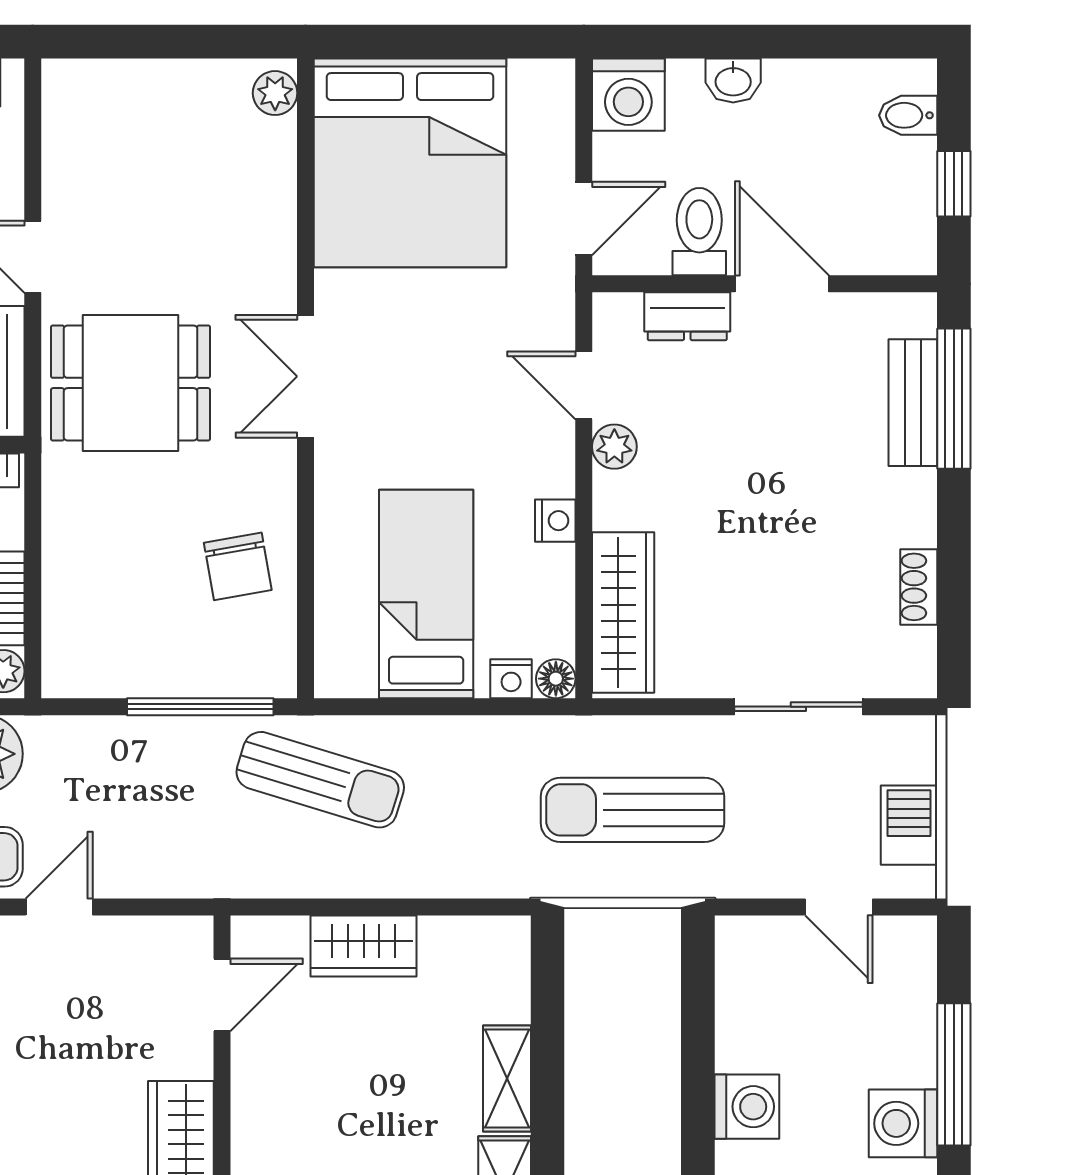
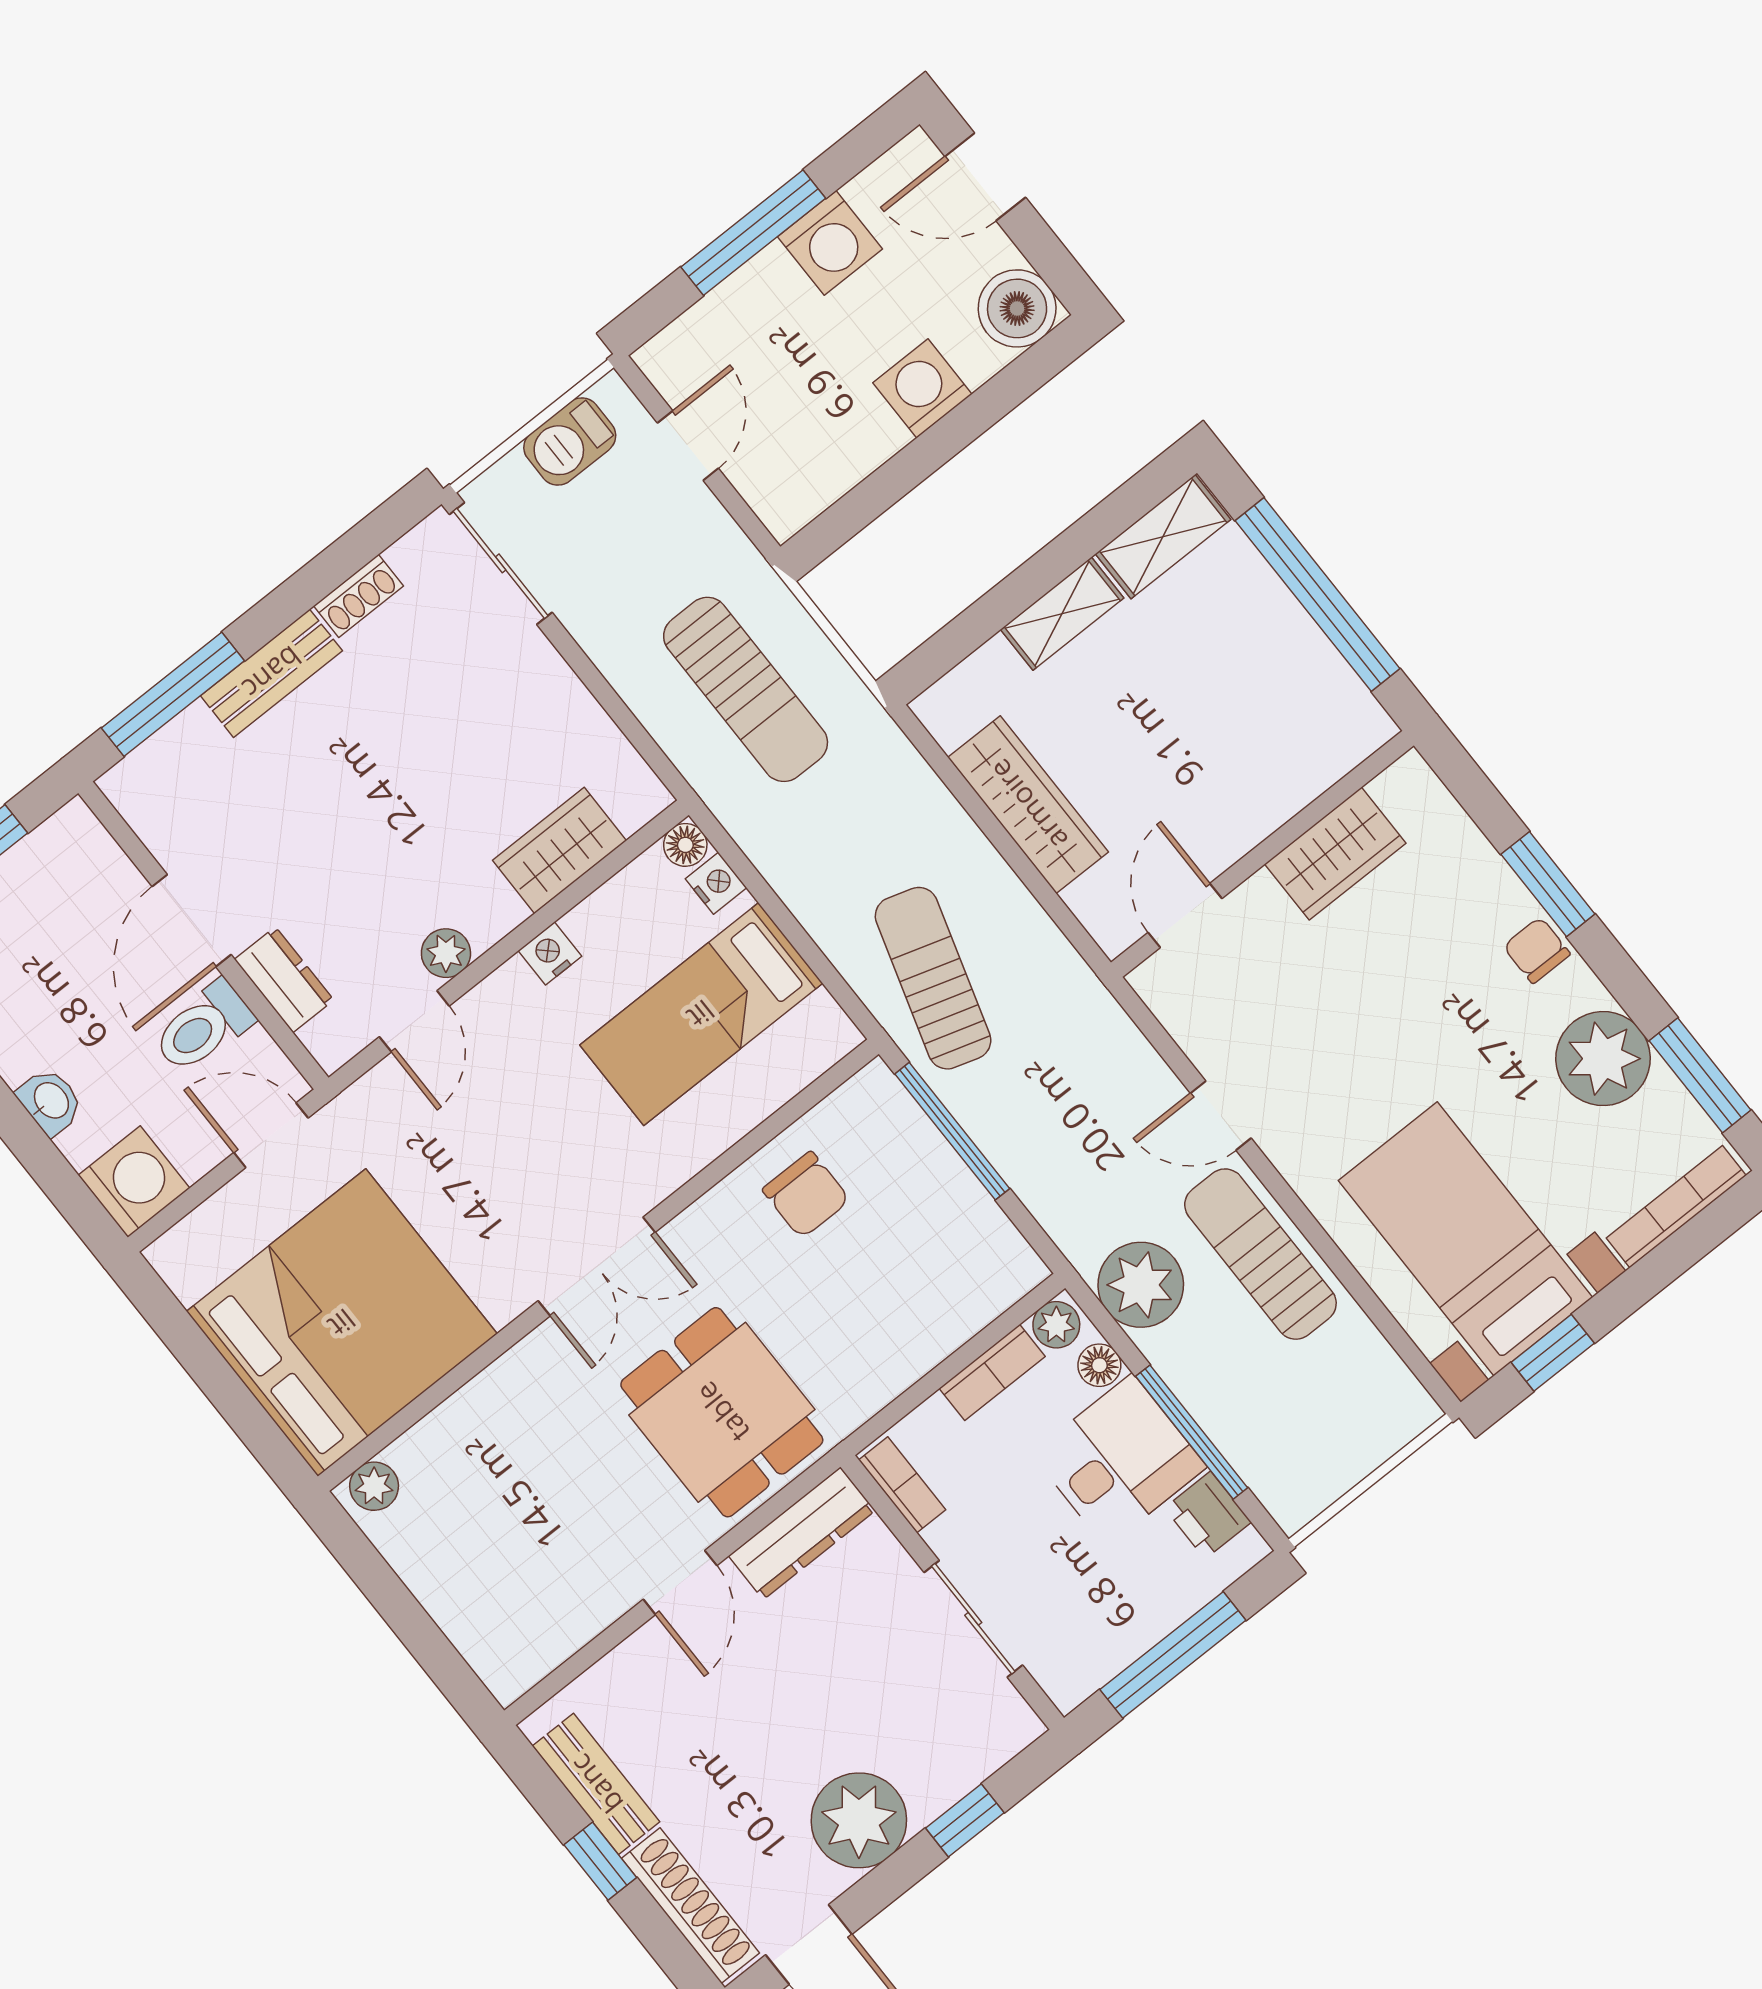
bench: (913, 403) -> (272, 673), moved
chair: (238, 566) -> (806, 1195), turned 100
wardrobe: (623, 613) -> (559, 851), width x0.67
sliding door: (798, 707) -> (501, 563), moved
wardrobe: (364, 946) -> (1028, 805), width x1.50
door: (222, 995) -> (1185, 916), hinge flipped

